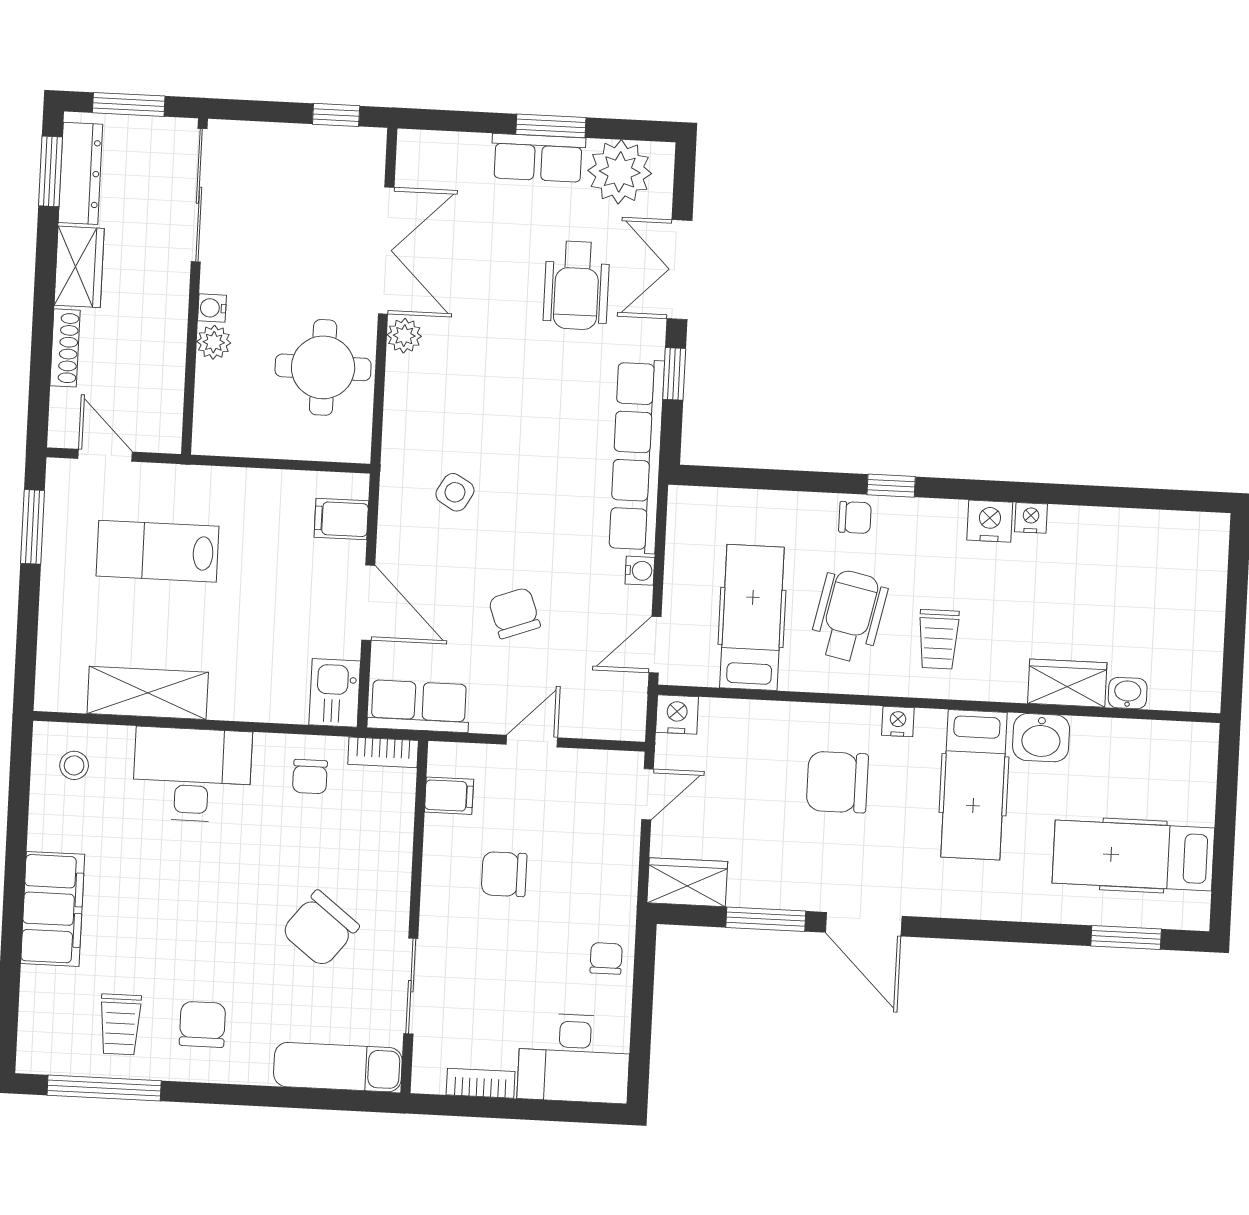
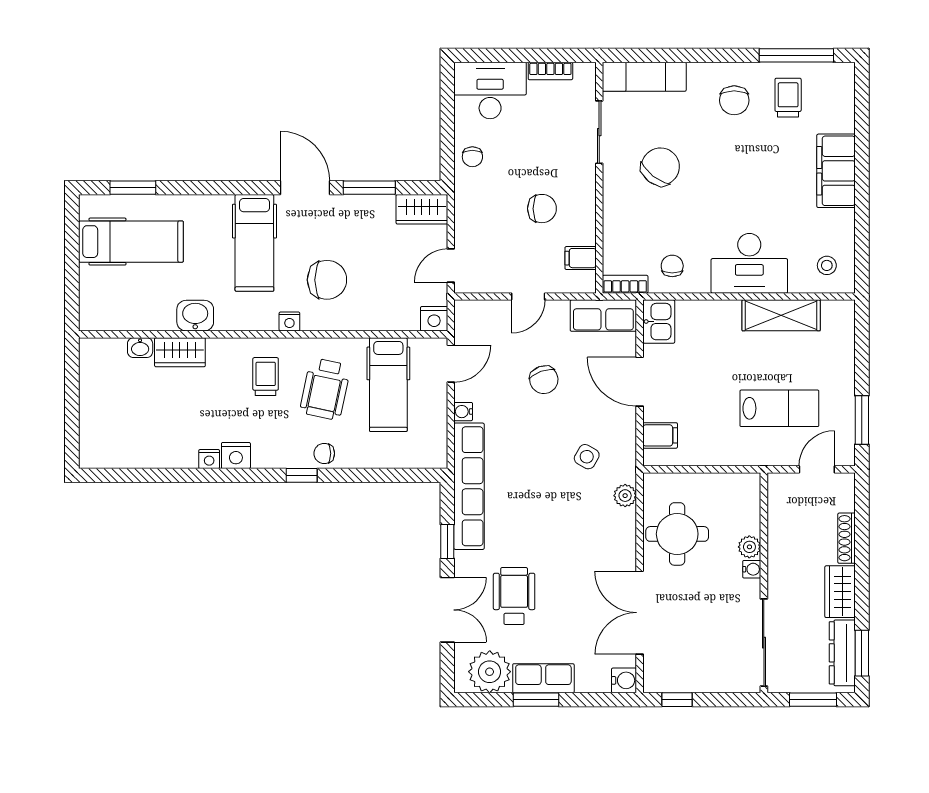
water cooler: (415, 148) -> (624, 680), added
plant: (404, 336) -> (625, 496), moved
door: (105, 455) -> (817, 469), swing flipped
hospital bed: (974, 785) -> (254, 243), moved, turned 180

